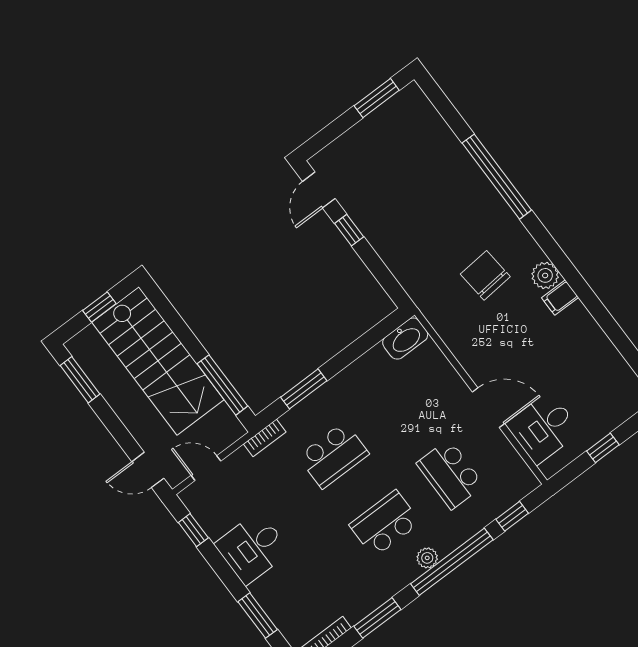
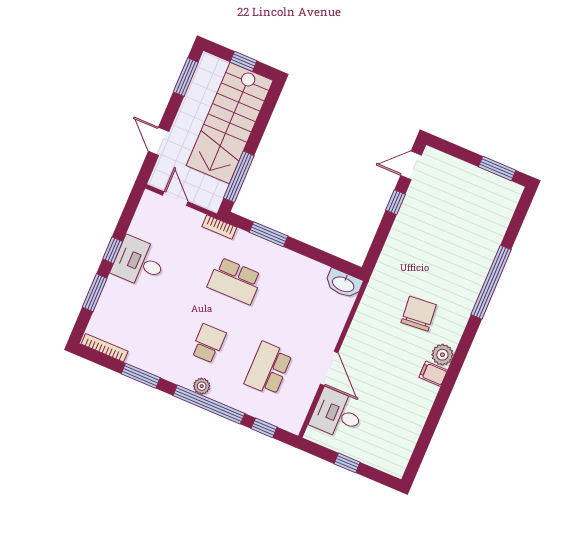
door: (148, 470) -> (159, 141), moved
school desk: (385, 524) -> (208, 343), width x0.54
window: (193, 530) -> (113, 250), moved

